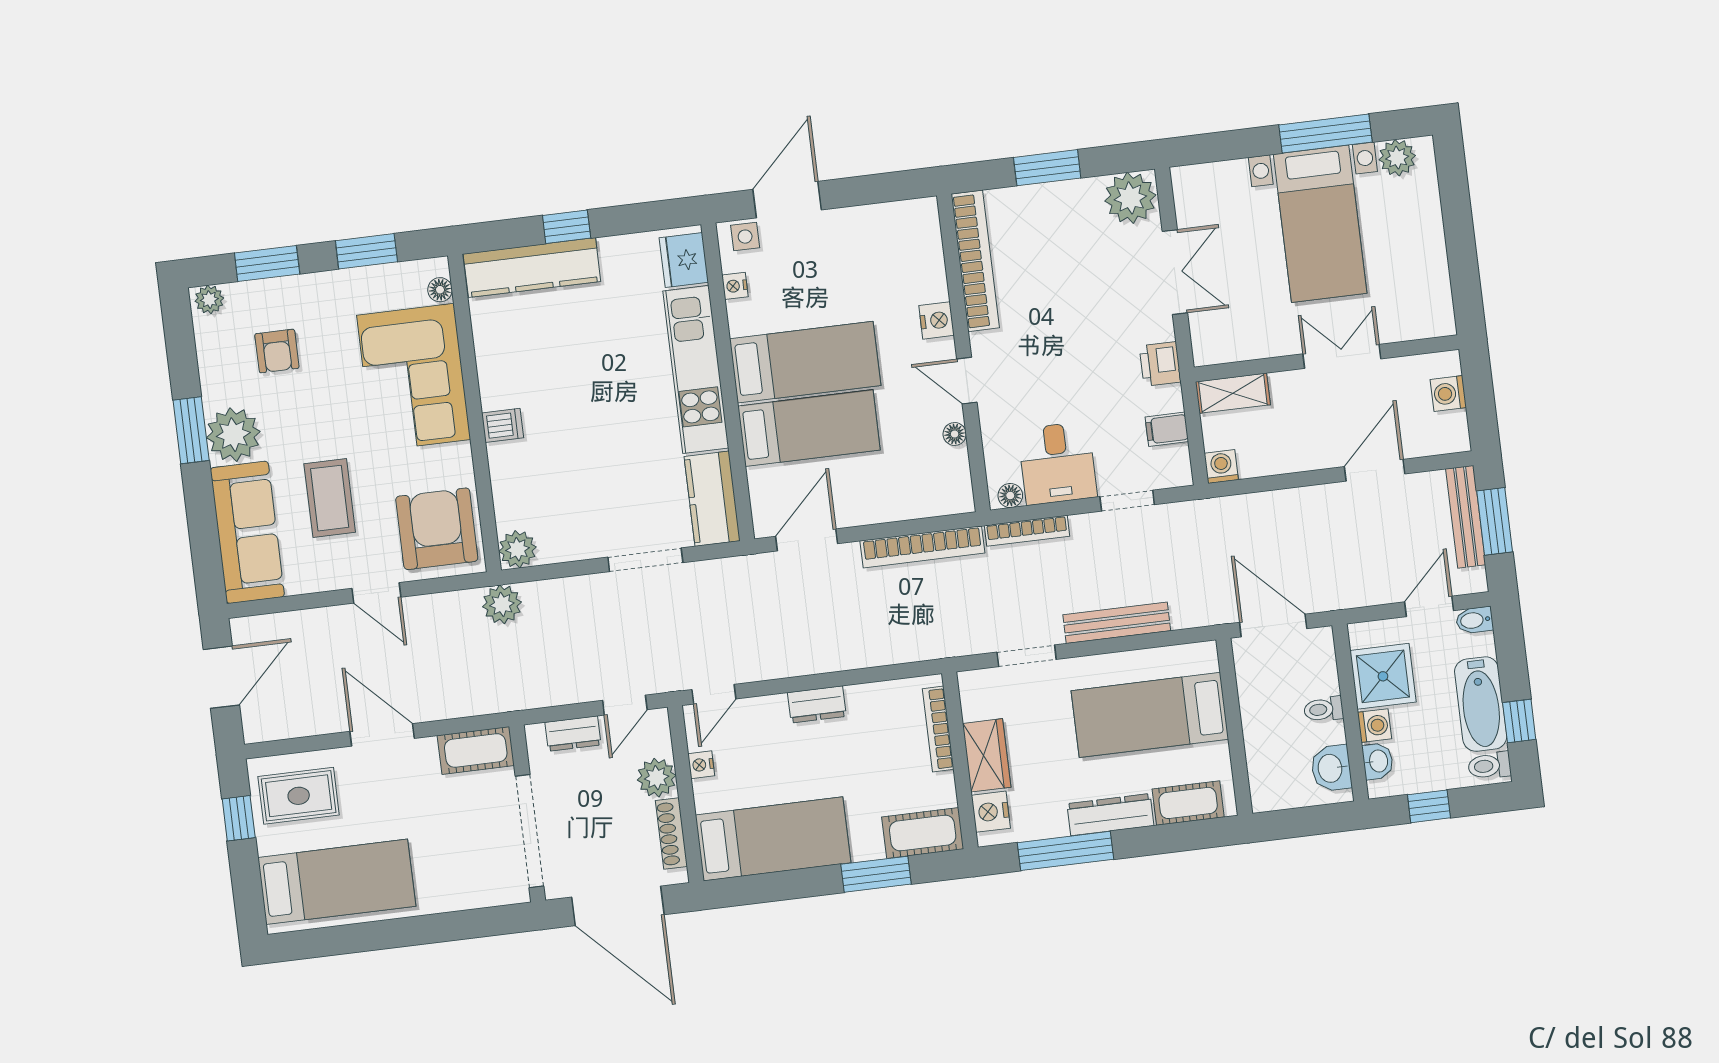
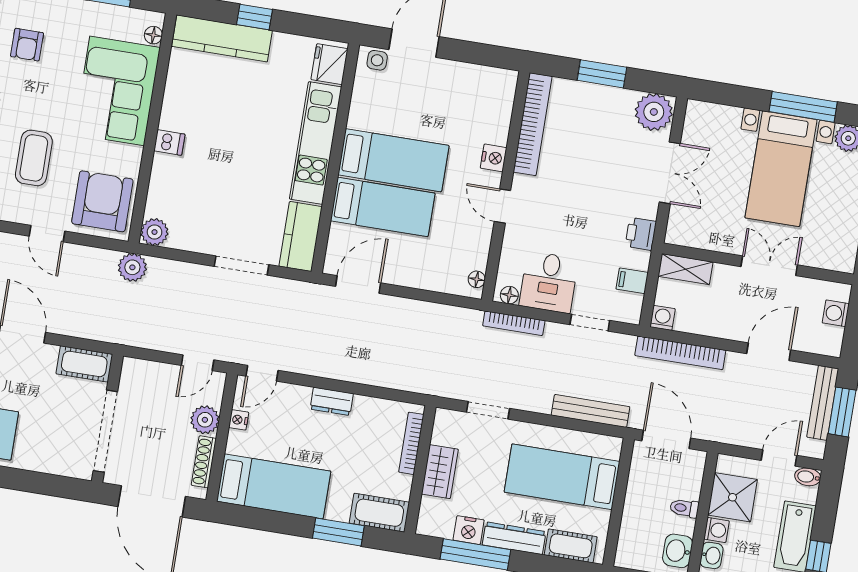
nightstand: (735, 286) -> (360, 93), removed
floor lamp: (955, 434) -> (477, 279), moved
bookcase: (922, 547) -> (680, 353), moved
bench: (1117, 623) -> (591, 411), moved
dresser: (573, 734) -> (156, 372), removed
nightstand: (991, 812) -> (469, 530), moved, turned -90

